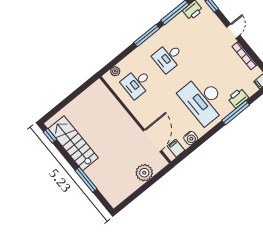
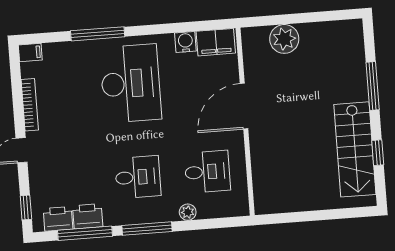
plant: (115, 71) -> (188, 212), moved
printer: (238, 98) -> (88, 216), moved, turned 180
window: (50, 136) -> (378, 153), moved
door: (152, 141) -> (244, 106), moved
filing cabinet: (176, 148) -> (216, 42), width x2.00

